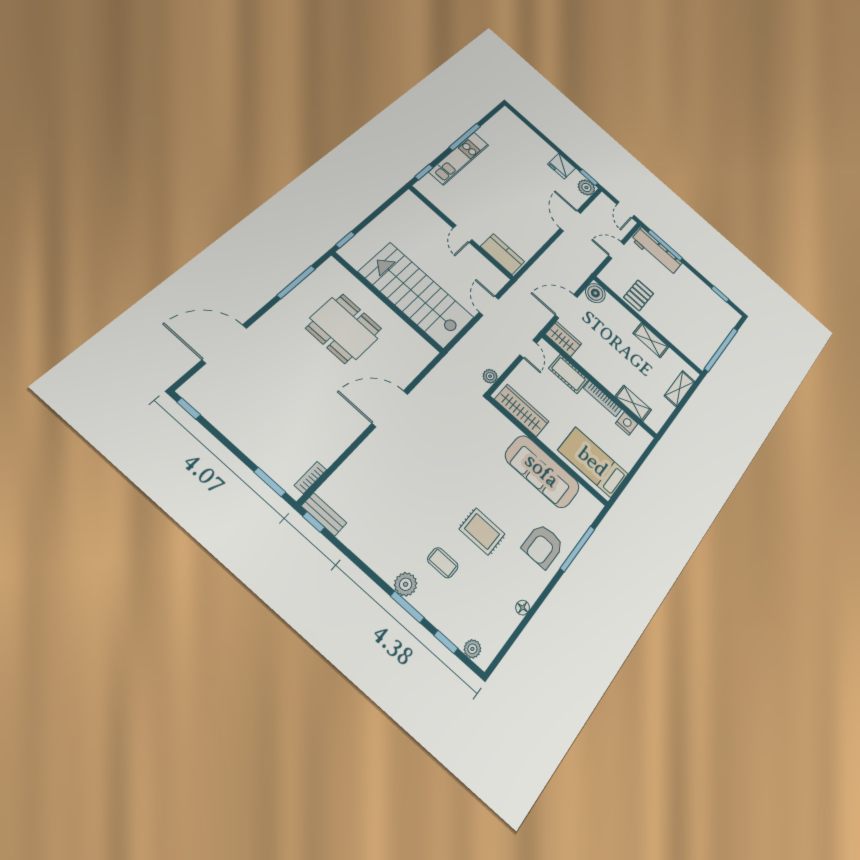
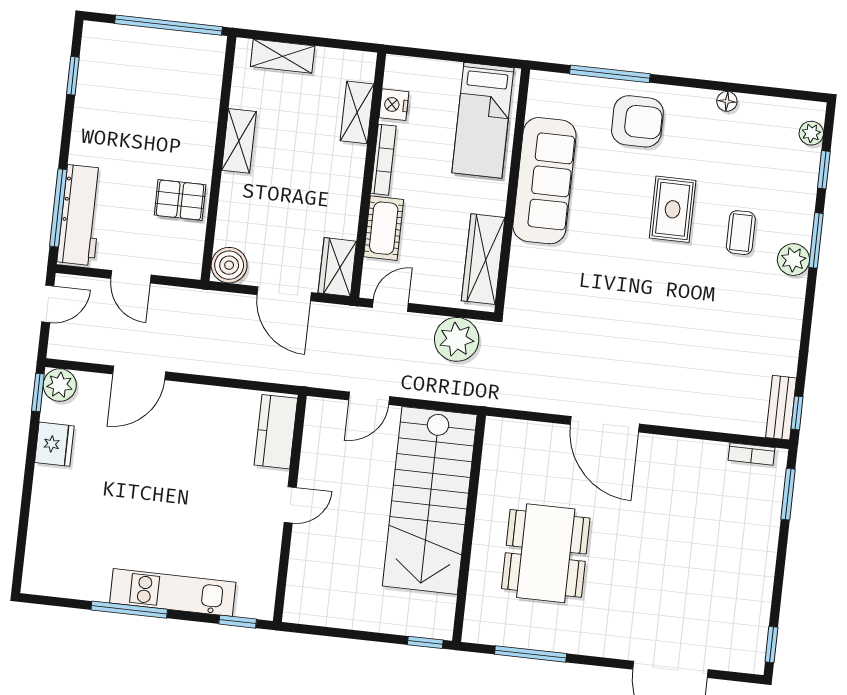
plant: (490, 376) -> (457, 339), width x1.87, depth x1.87

